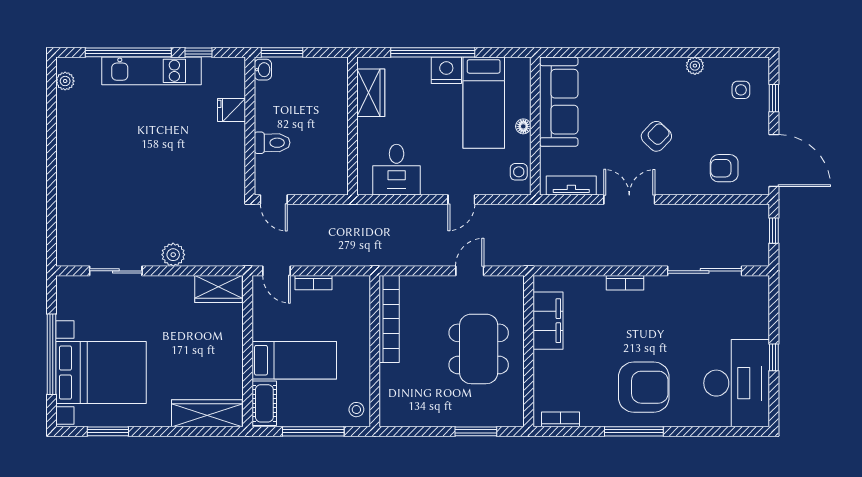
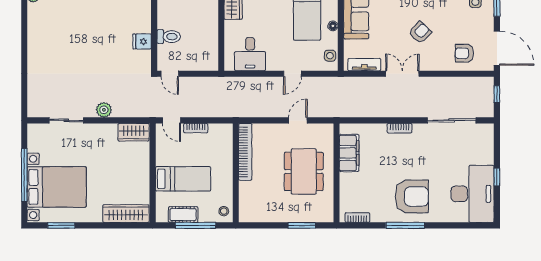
fridge: (232, 110) -> (142, 42), moved
cot: (264, 403) -> (183, 215), moved, turned 90

